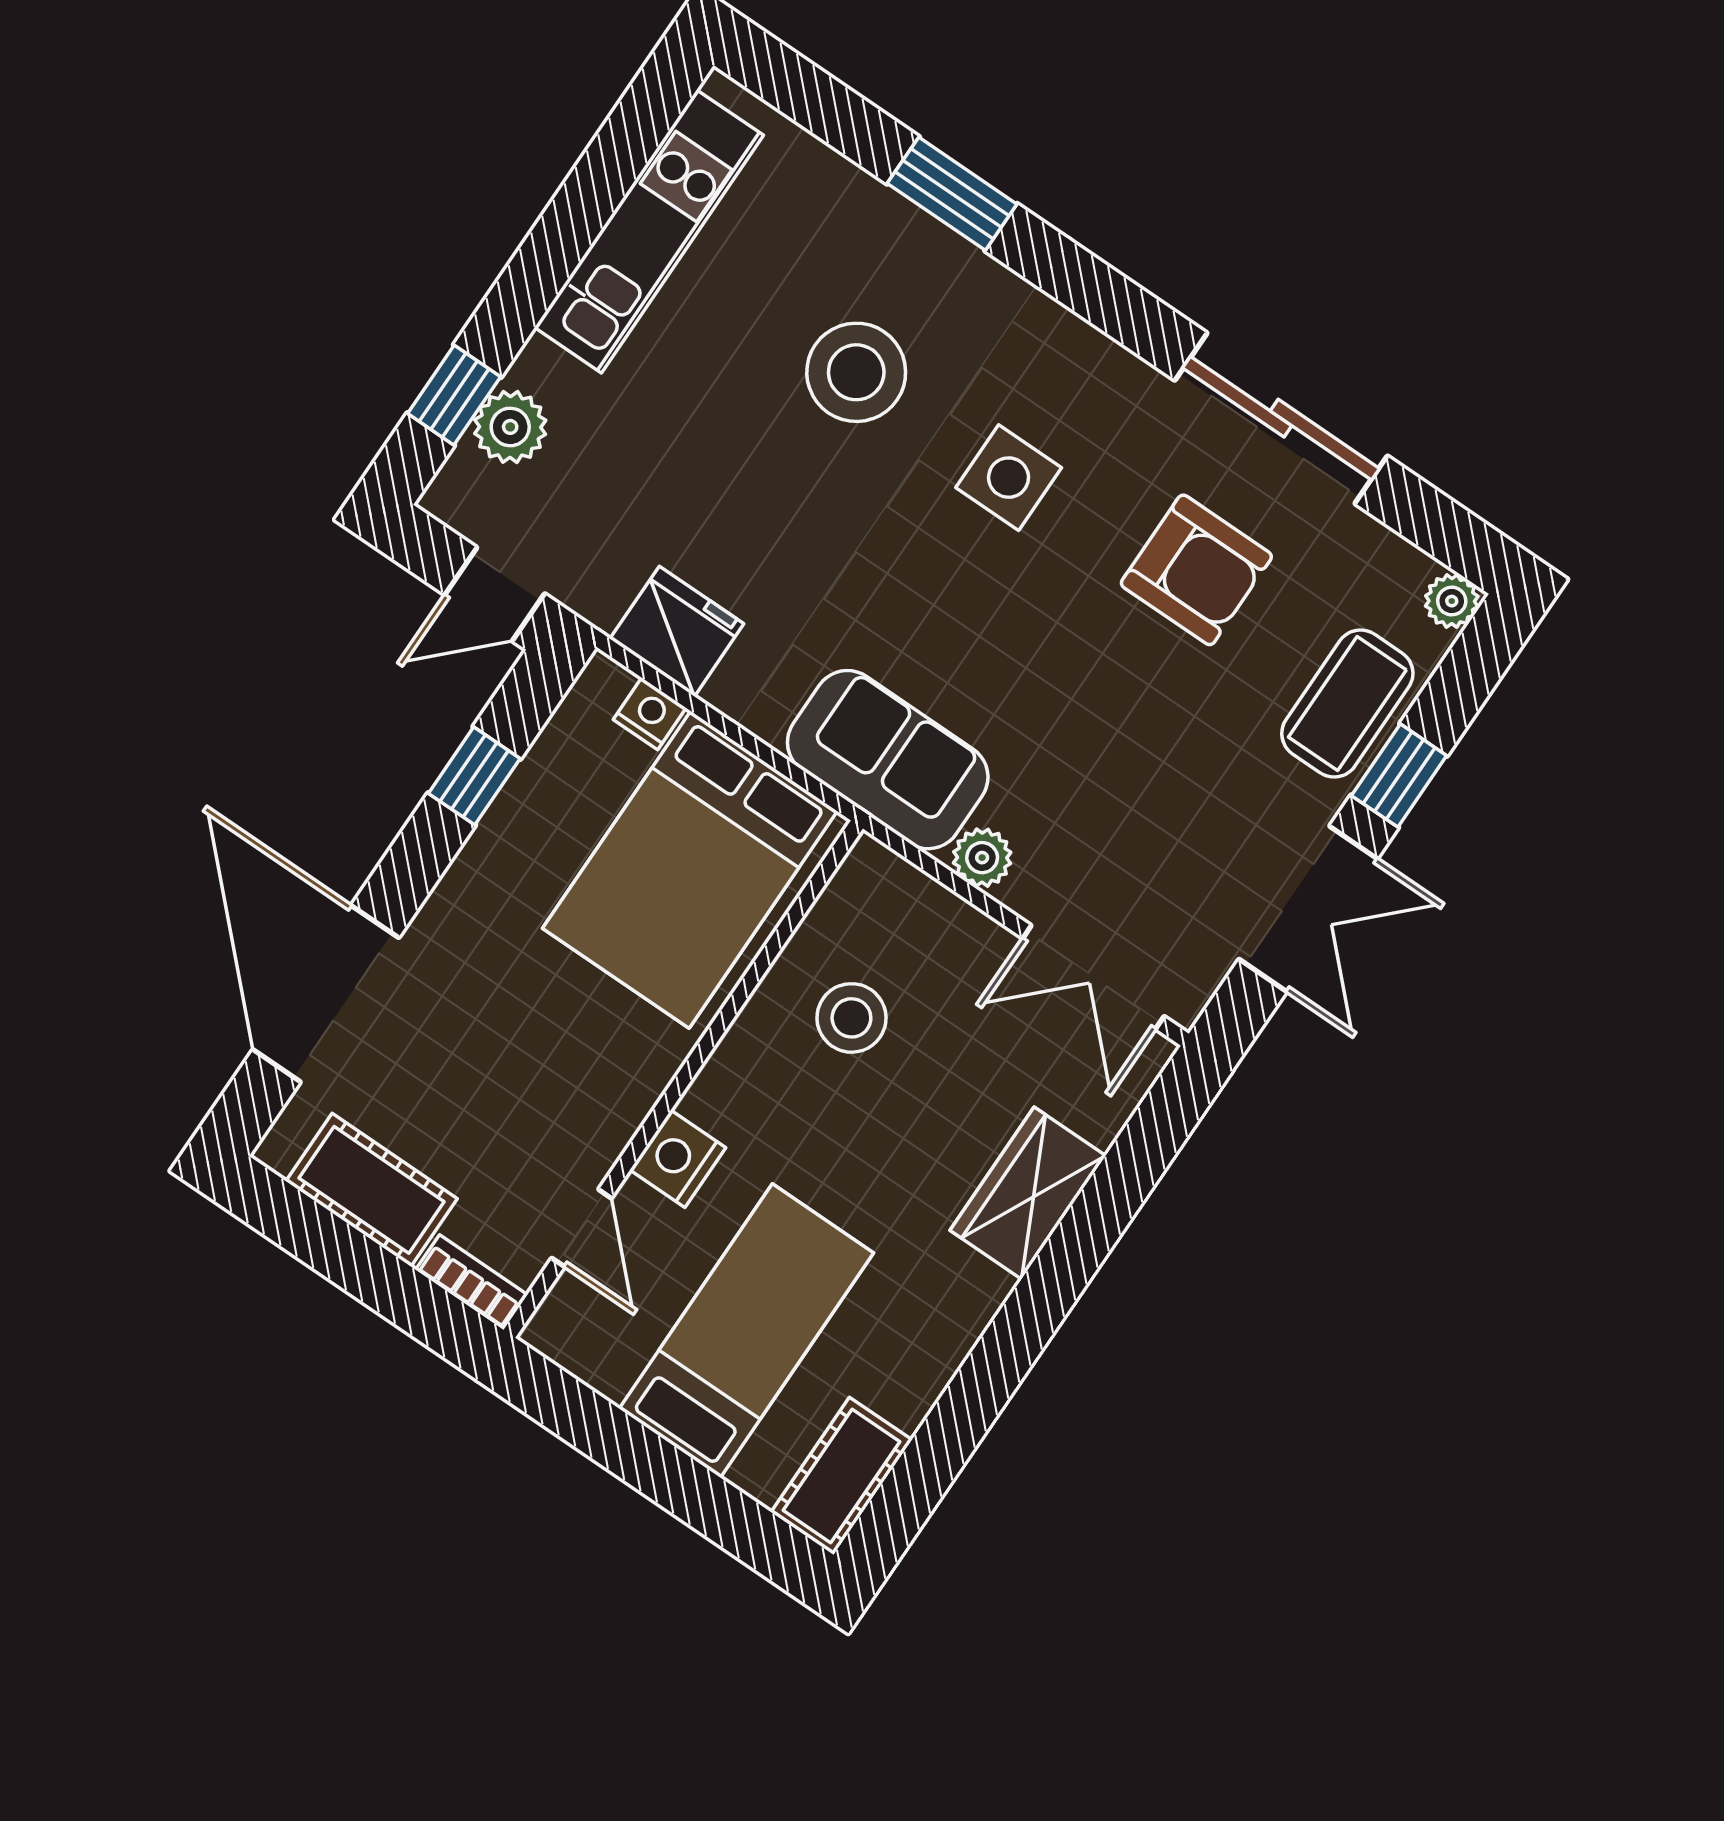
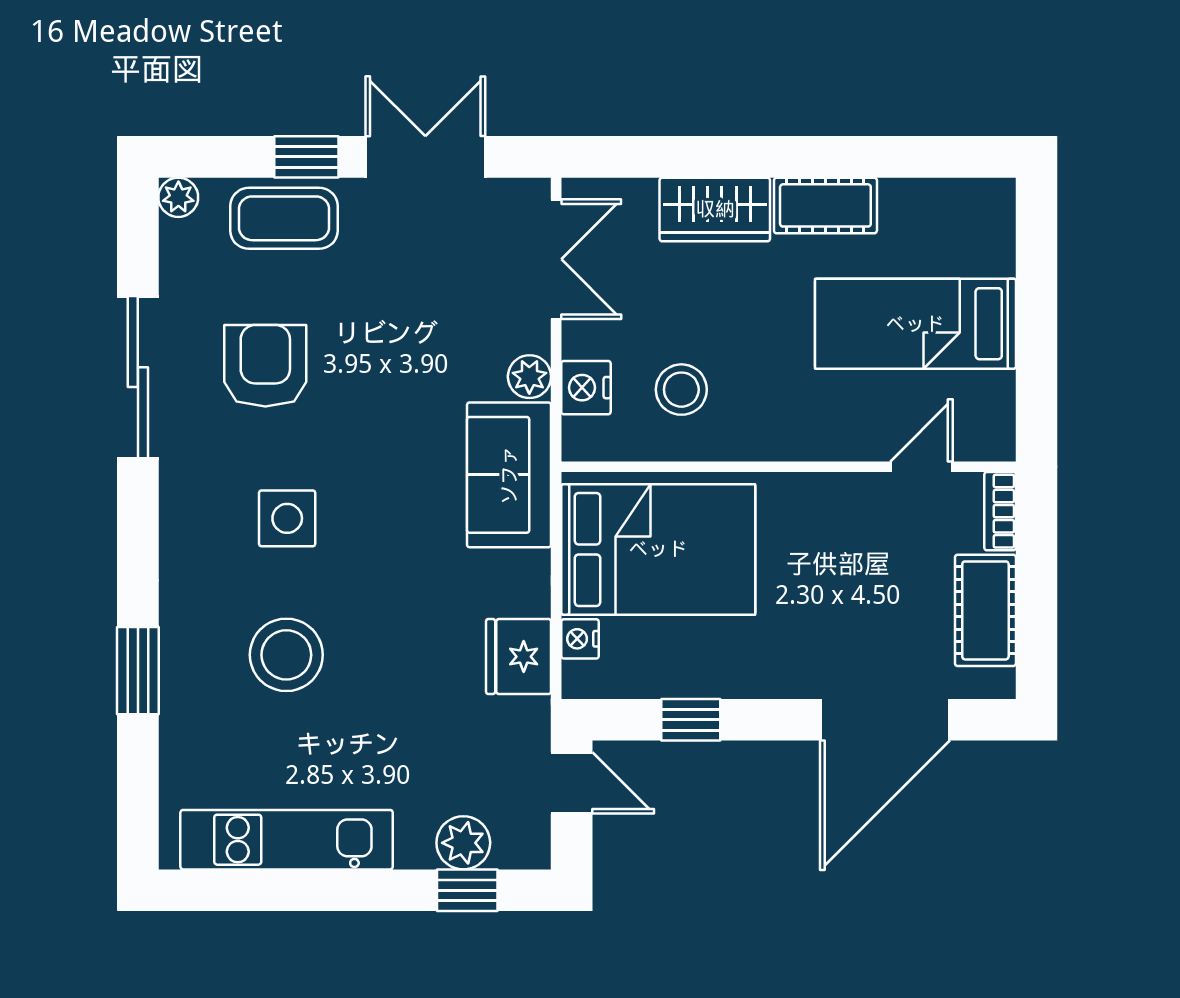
nightstand: (678, 1159) -> (586, 388), moved, turned 90
cot: (841, 1476) -> (825, 205), moved

